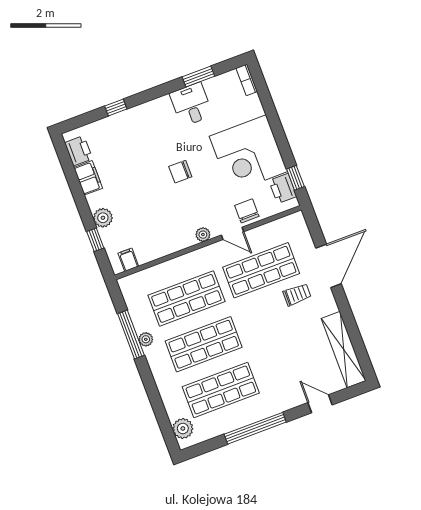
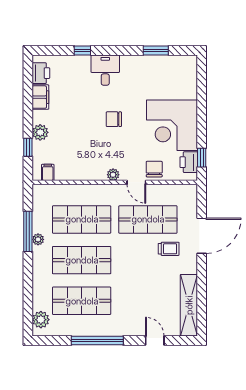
bookcase: (247, 80) -> (192, 67), removed
desk: (191, 104) -> (105, 70), moved

